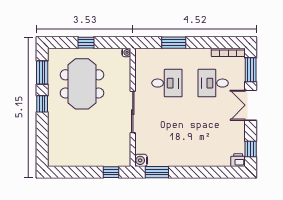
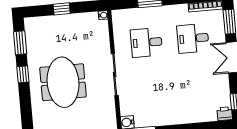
desk: (167, 83) -> (146, 42), turned 180
meeting table: (82, 84) -> (63, 82), moved

